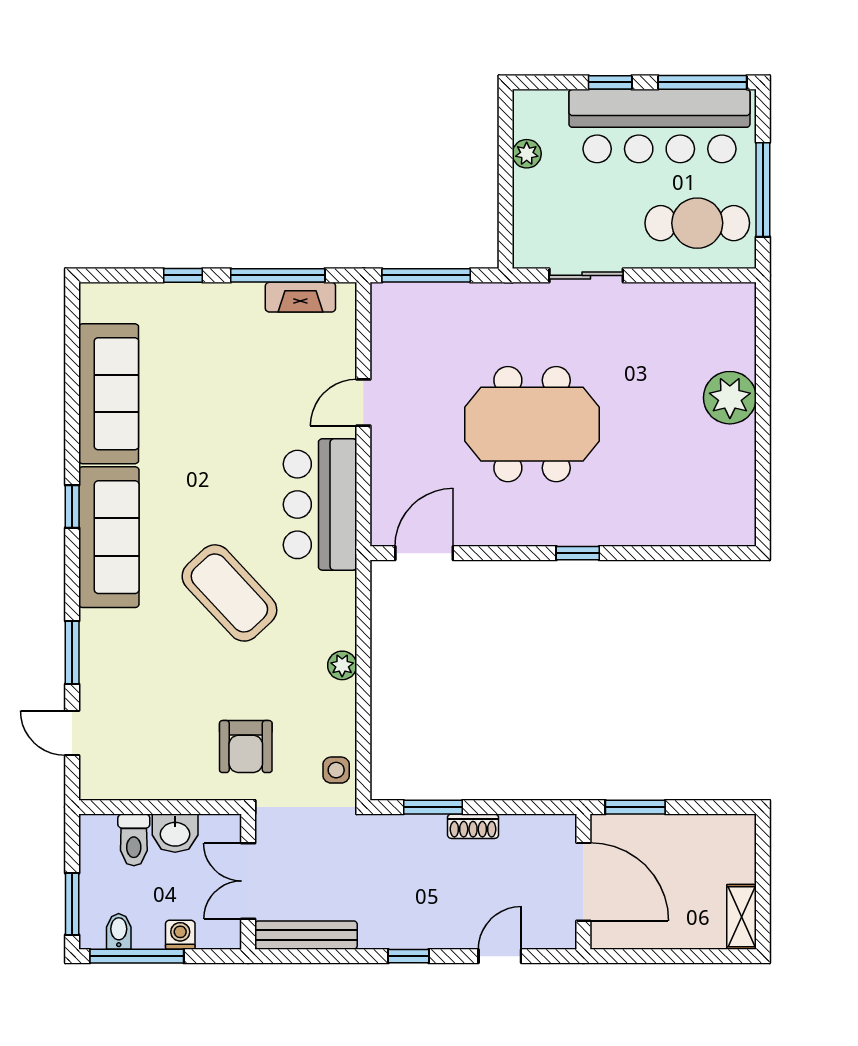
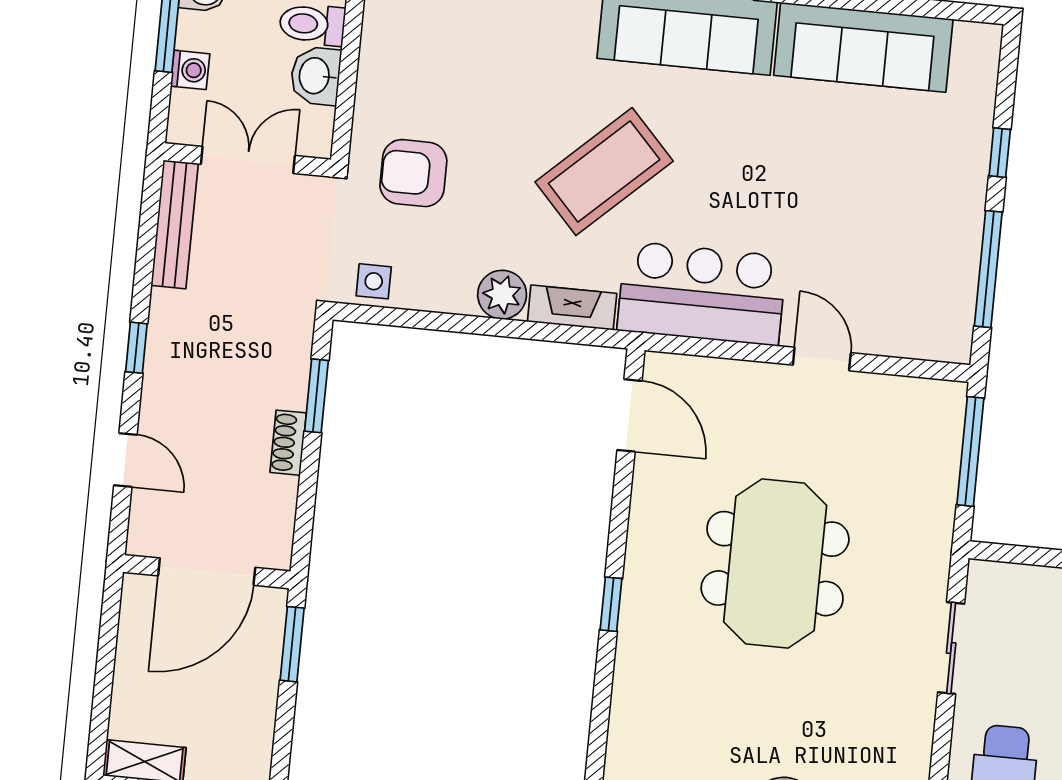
fireplace: (300, 297) -> (572, 308), moved, turned 90
plant: (342, 665) -> (502, 295), width x1.38, depth x1.38

